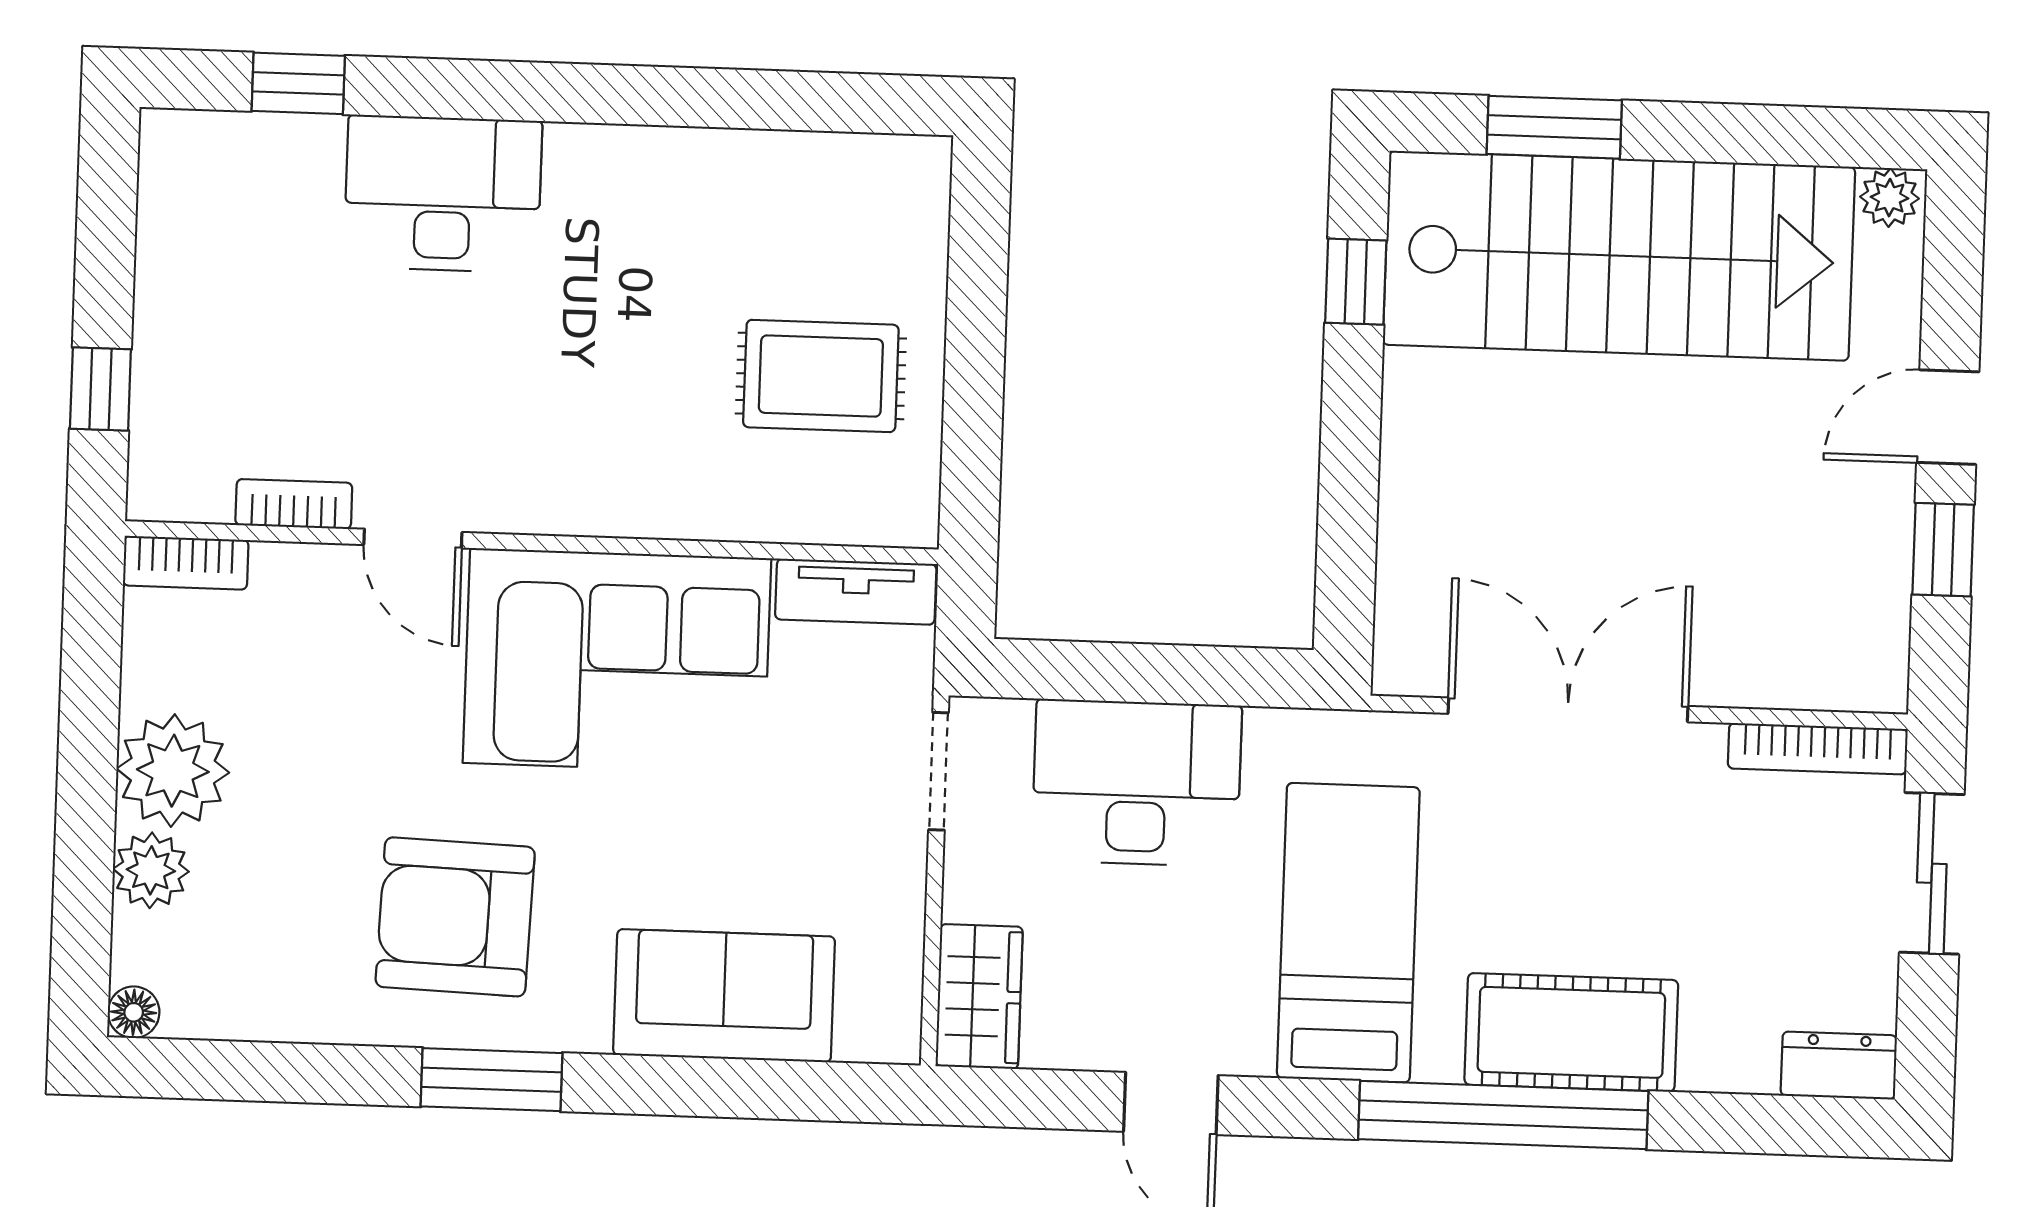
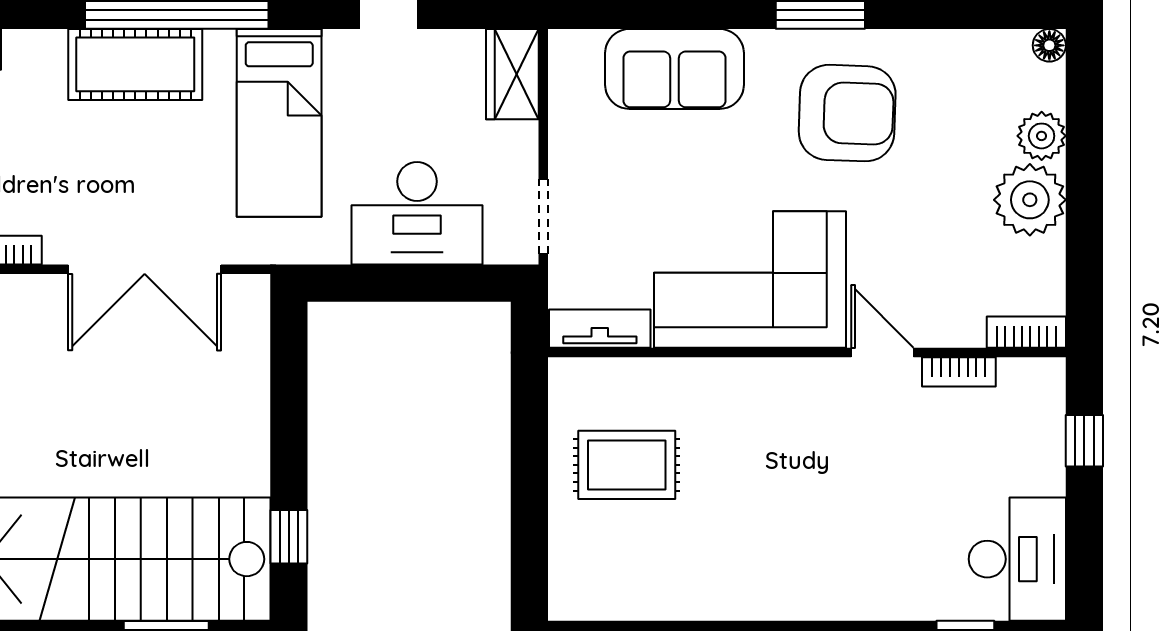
desk: (443, 194) -> (1017, 559), moved, turned -90

